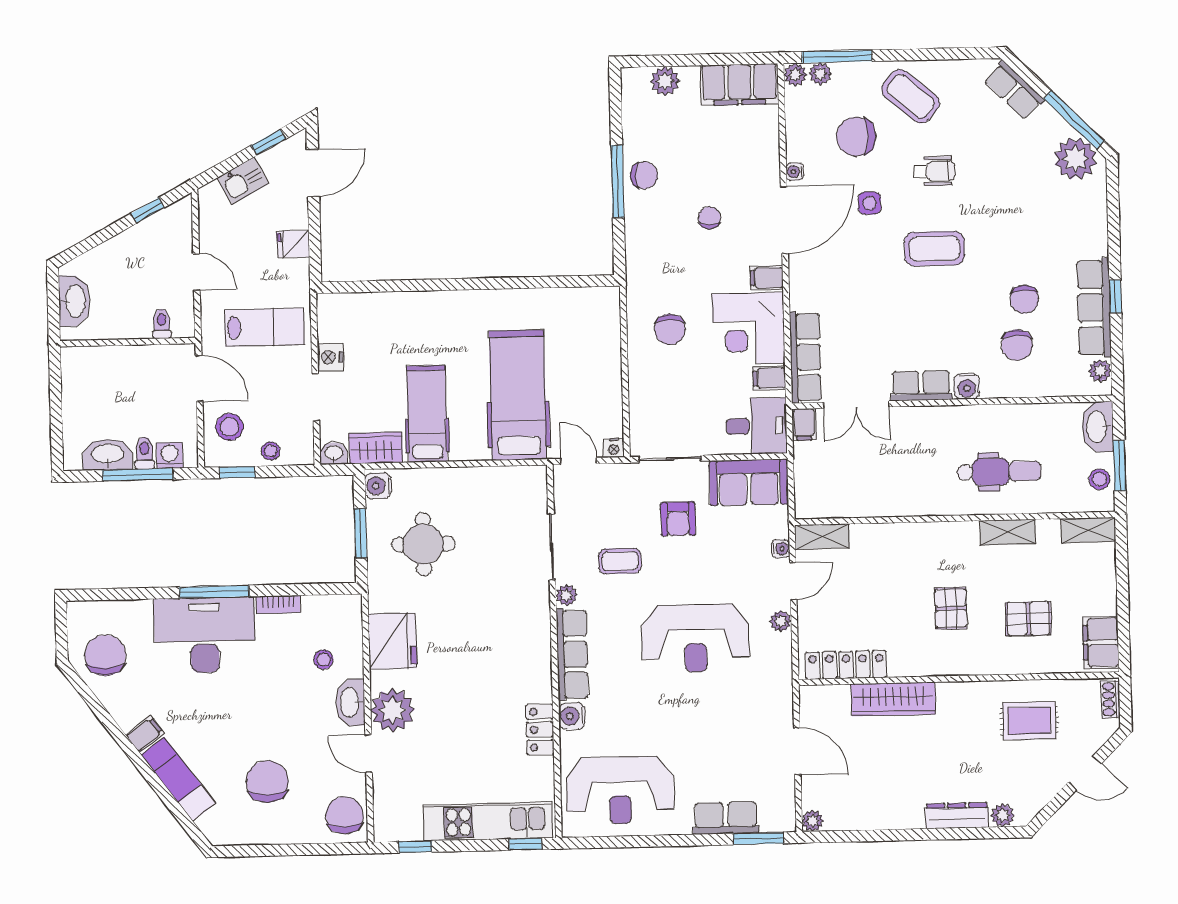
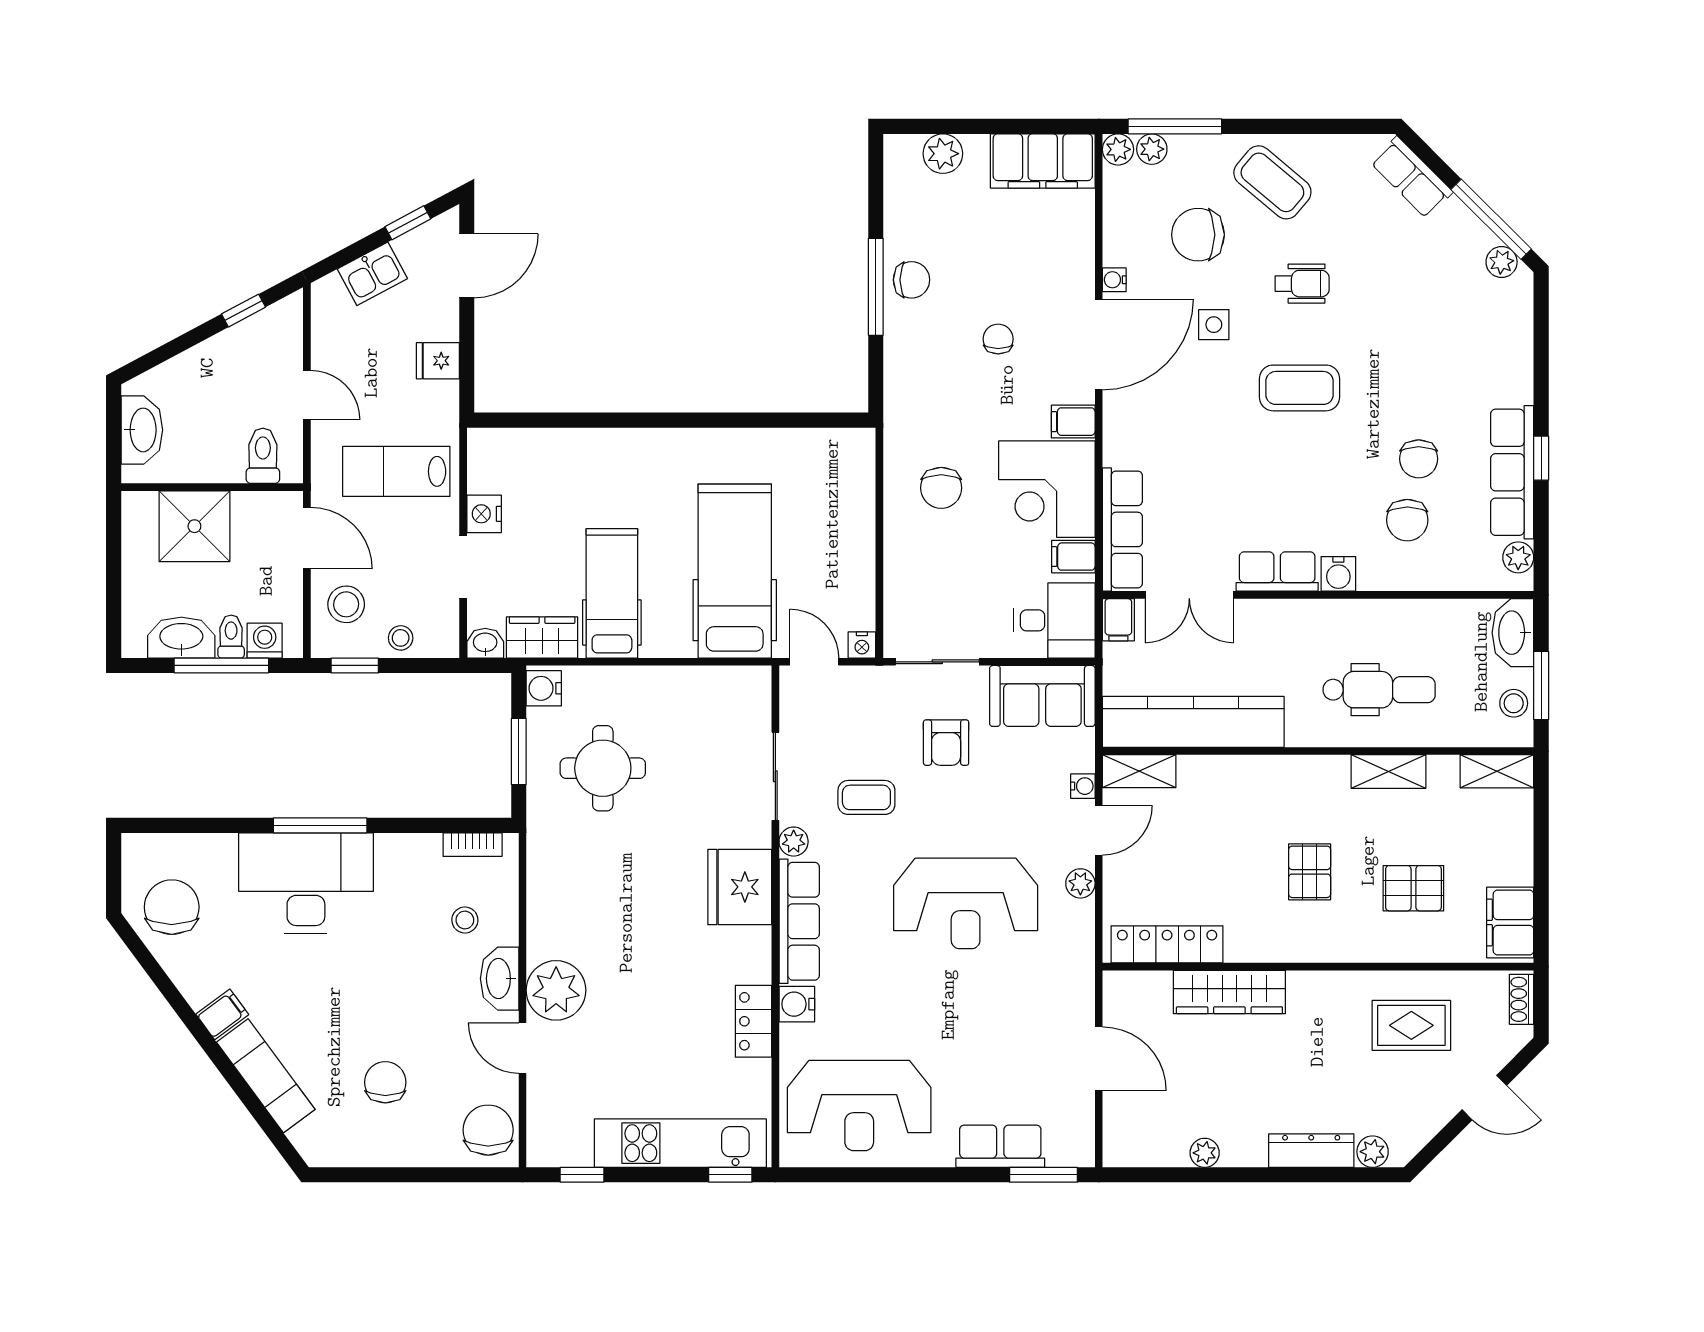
plant: (1075, 159) -> (1502, 262), width x0.53, depth x0.53
toilet: (162, 324) -> (263, 456), width x1.37, depth x1.39
lab bench: (264, 327) -> (396, 471), turned 180
shower: (115, 372) -> (194, 526), added
kitchen counter: (862, 499) -> (1193, 722), added
bookcase: (278, 605) -> (473, 845), moved
fridge: (392, 641) -> (740, 887), moved, turned 180
chair: (267, 782) -> (385, 1082), width x0.73, depth x0.73
plant: (813, 821) -> (1205, 1153), moved

